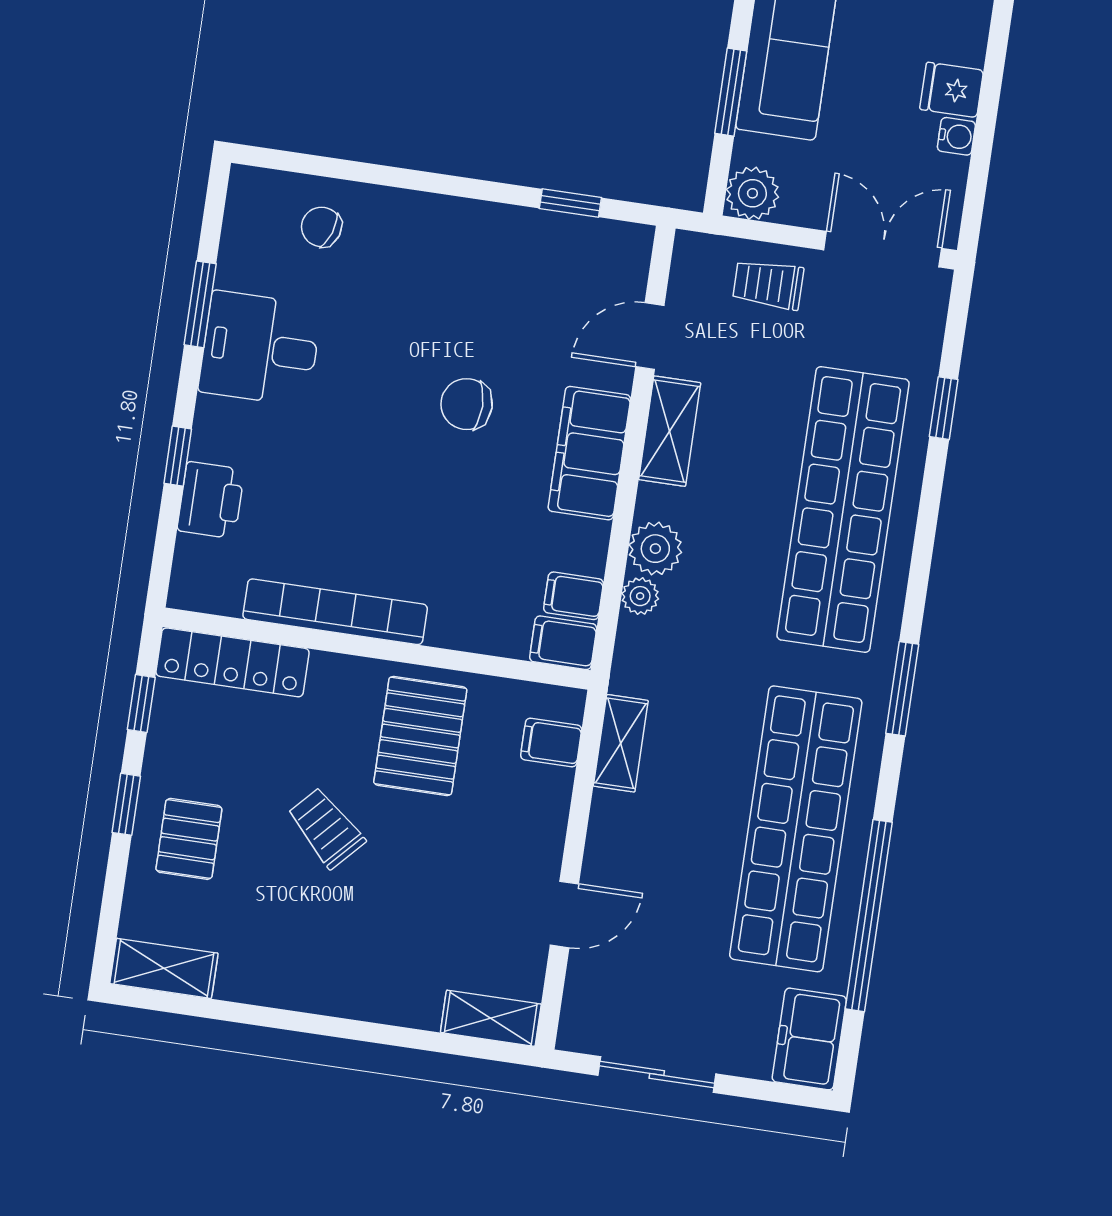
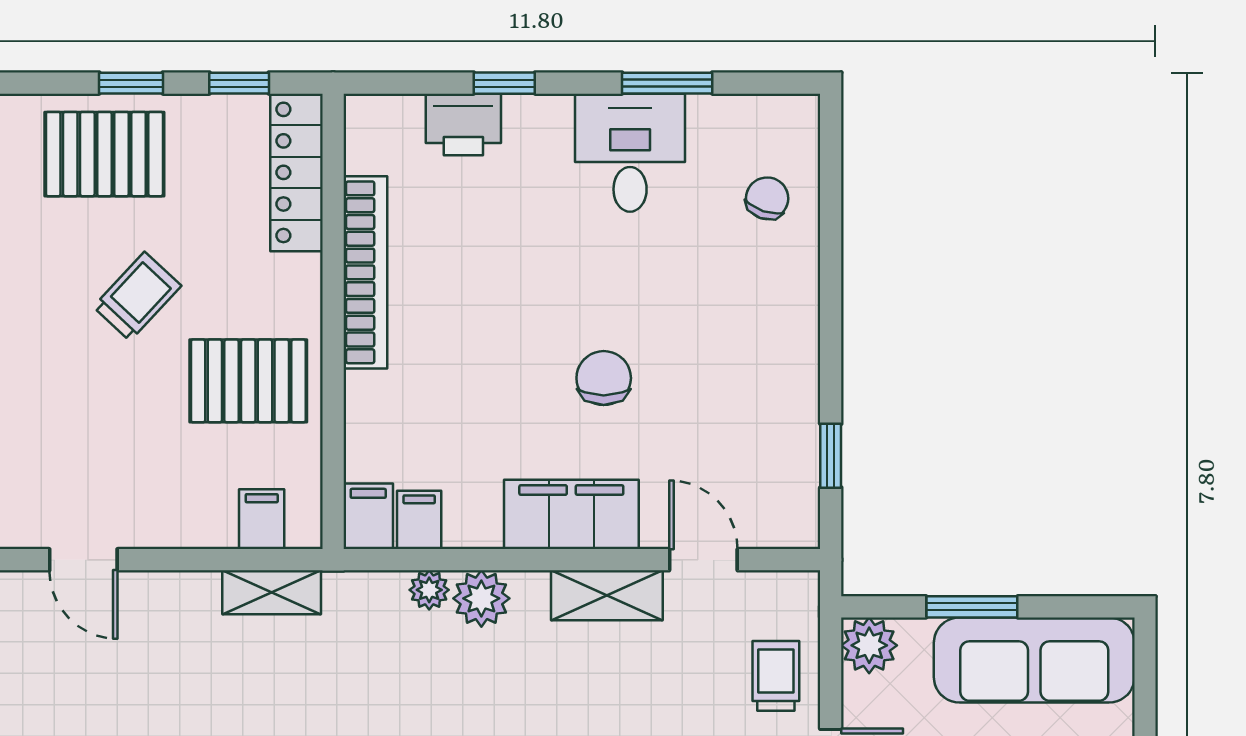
pallet: (189, 839) -> (104, 154), width x1.50, depth x1.42

